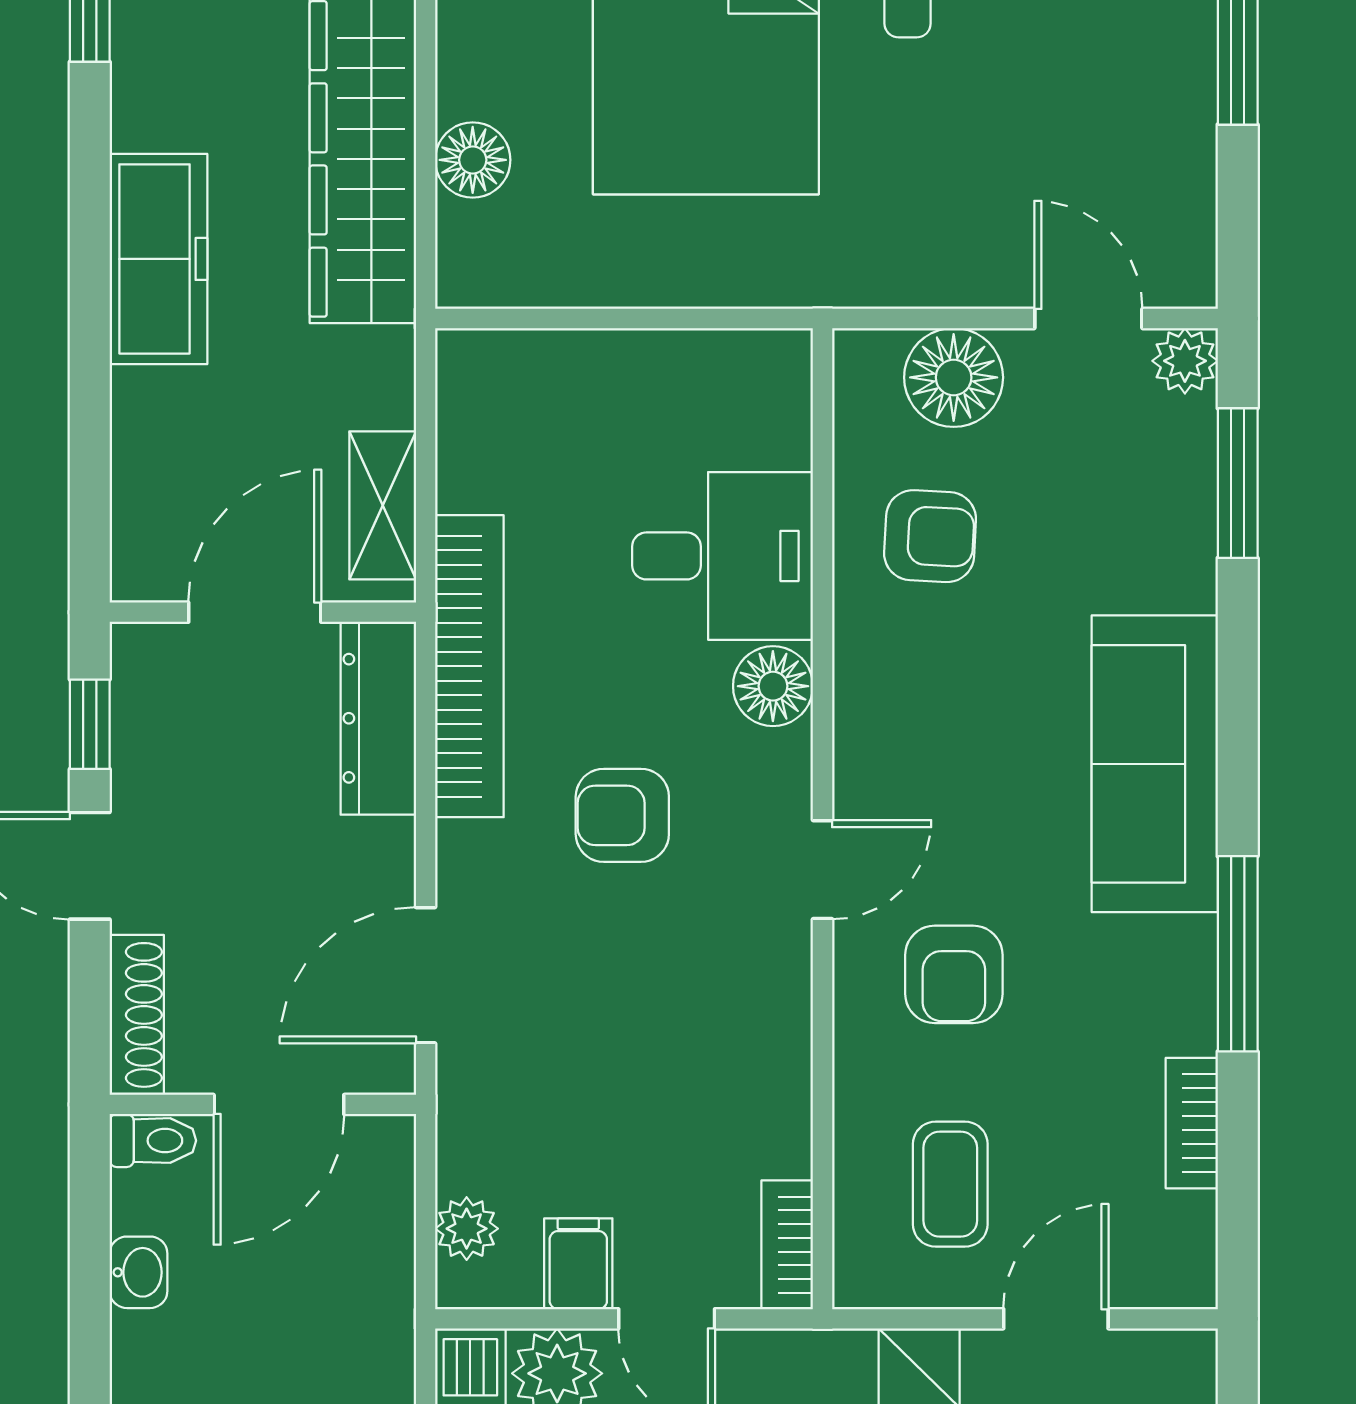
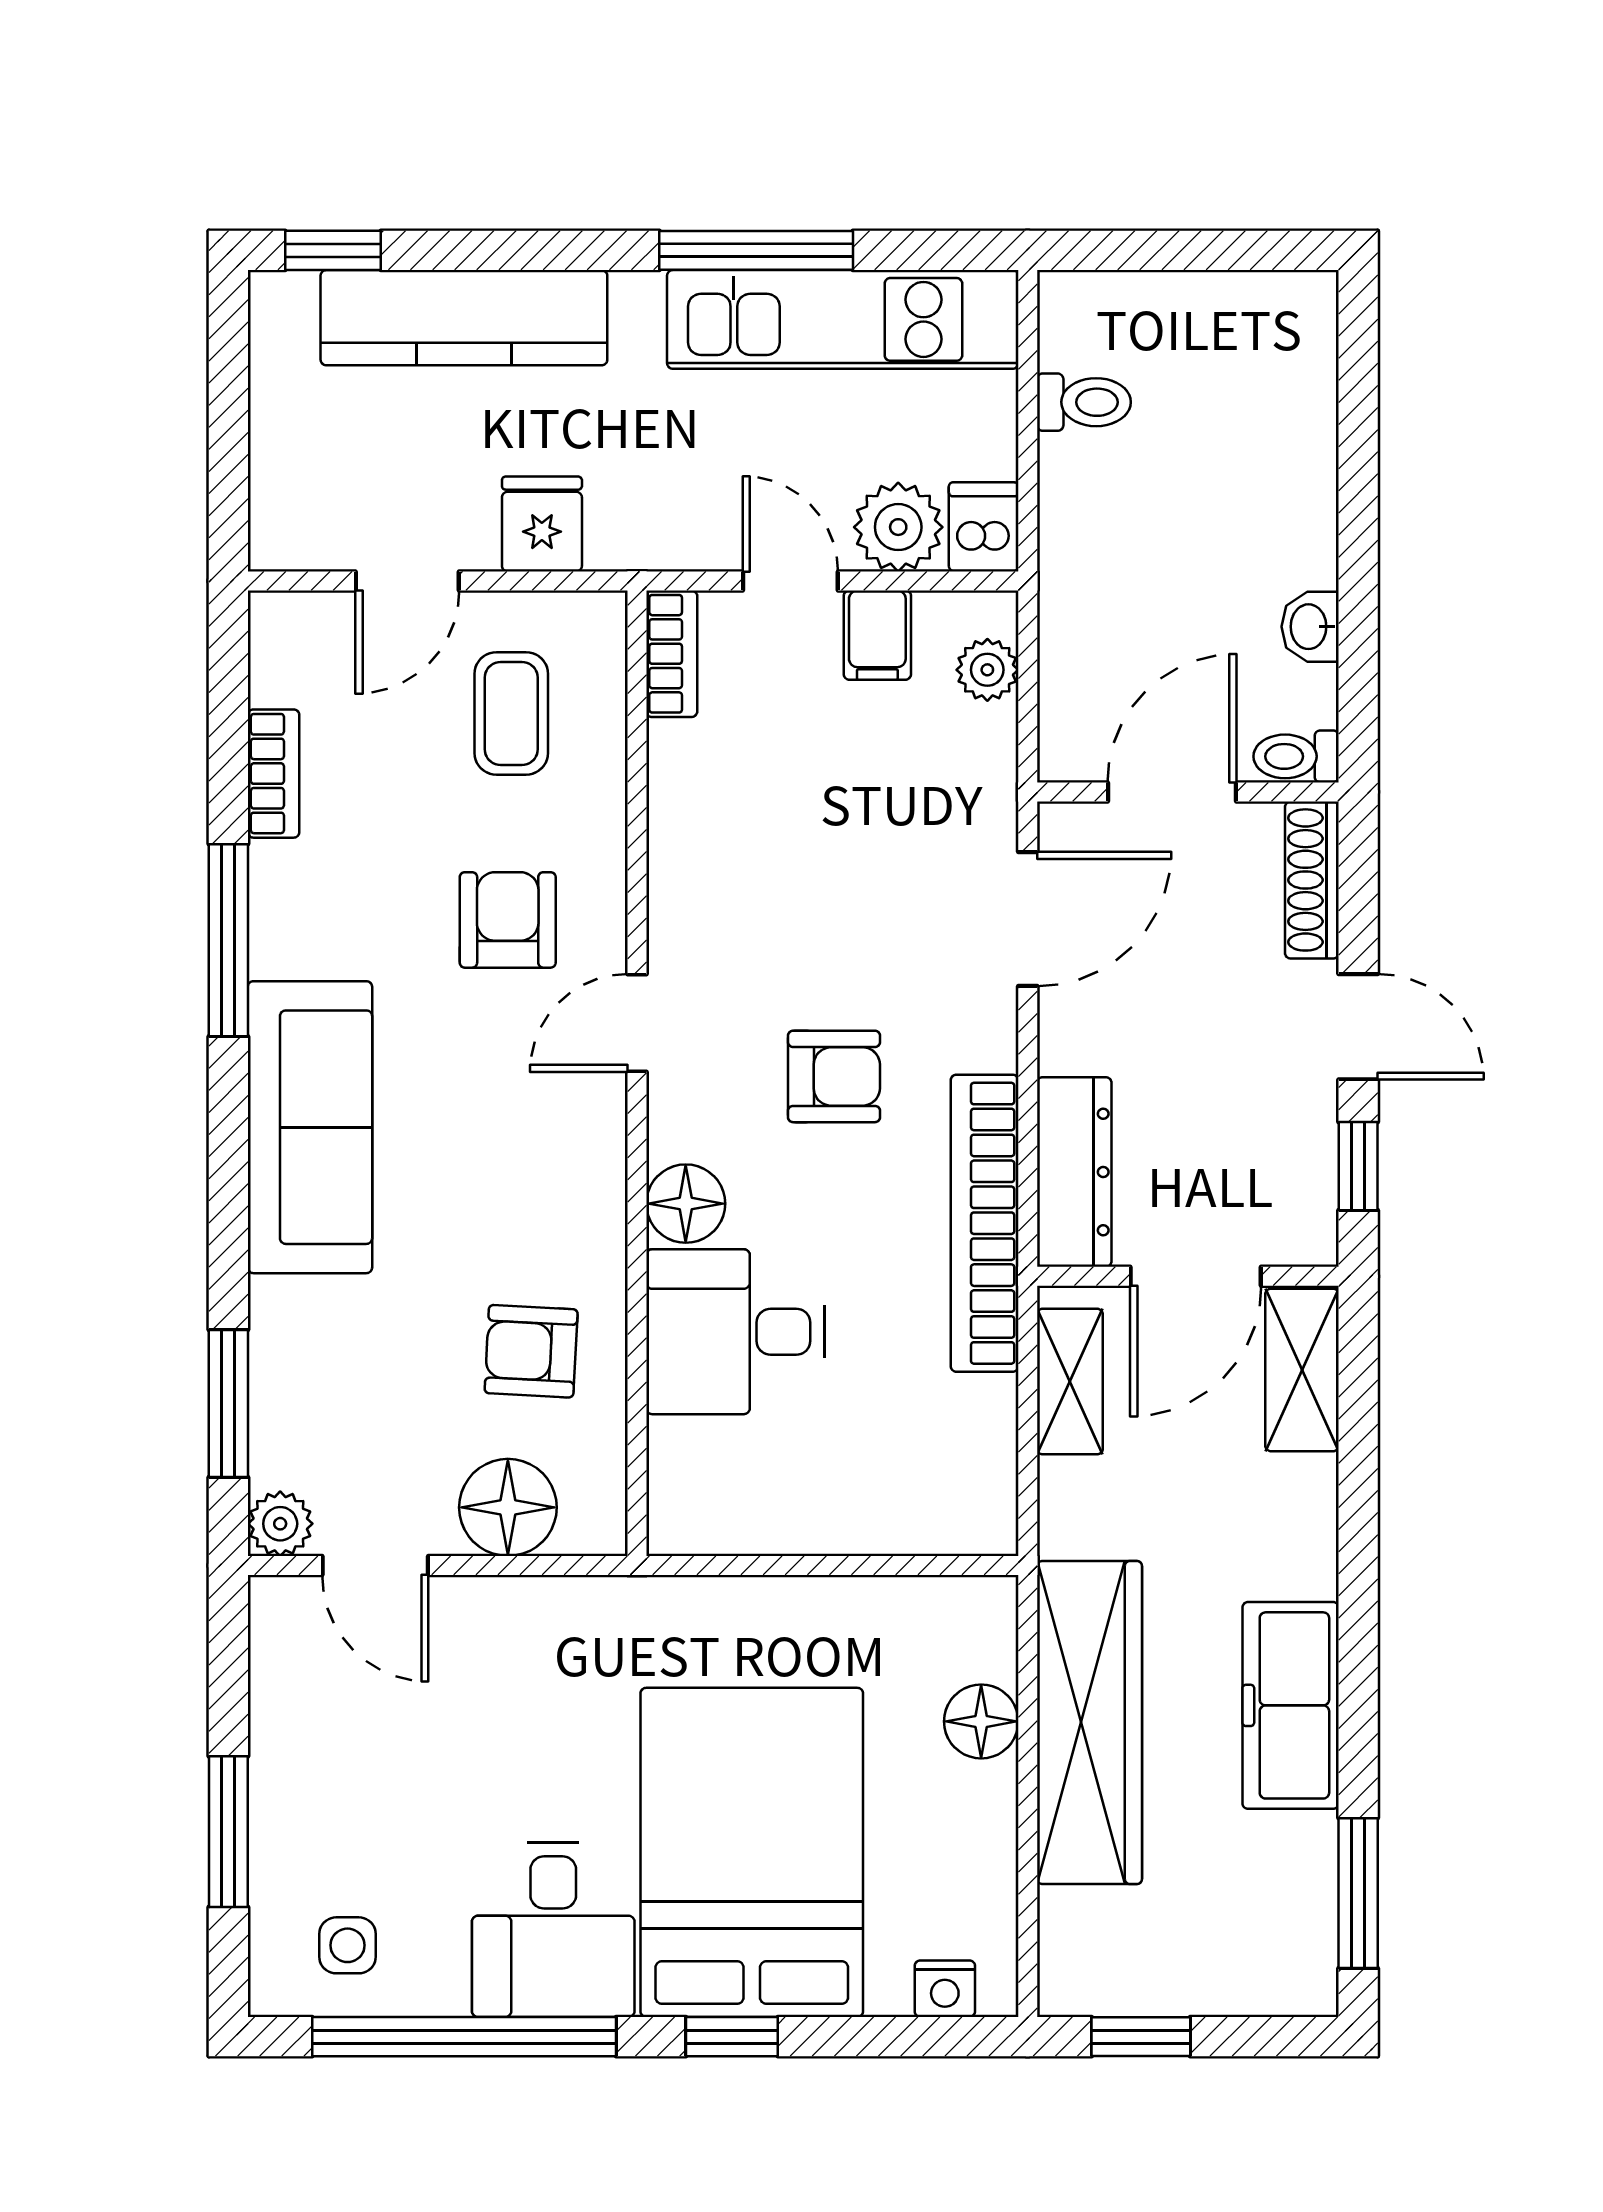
freezer: (158, 259) -> (1291, 1705), moved
shelving: (147, 517) -> (1302, 1370), added

